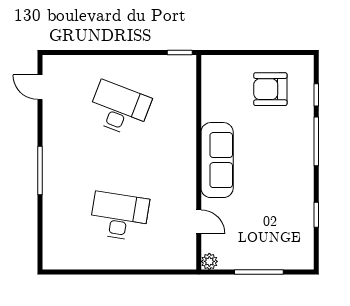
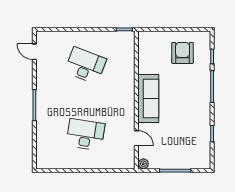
armchair: (270, 89) -> (183, 53), turned 90

